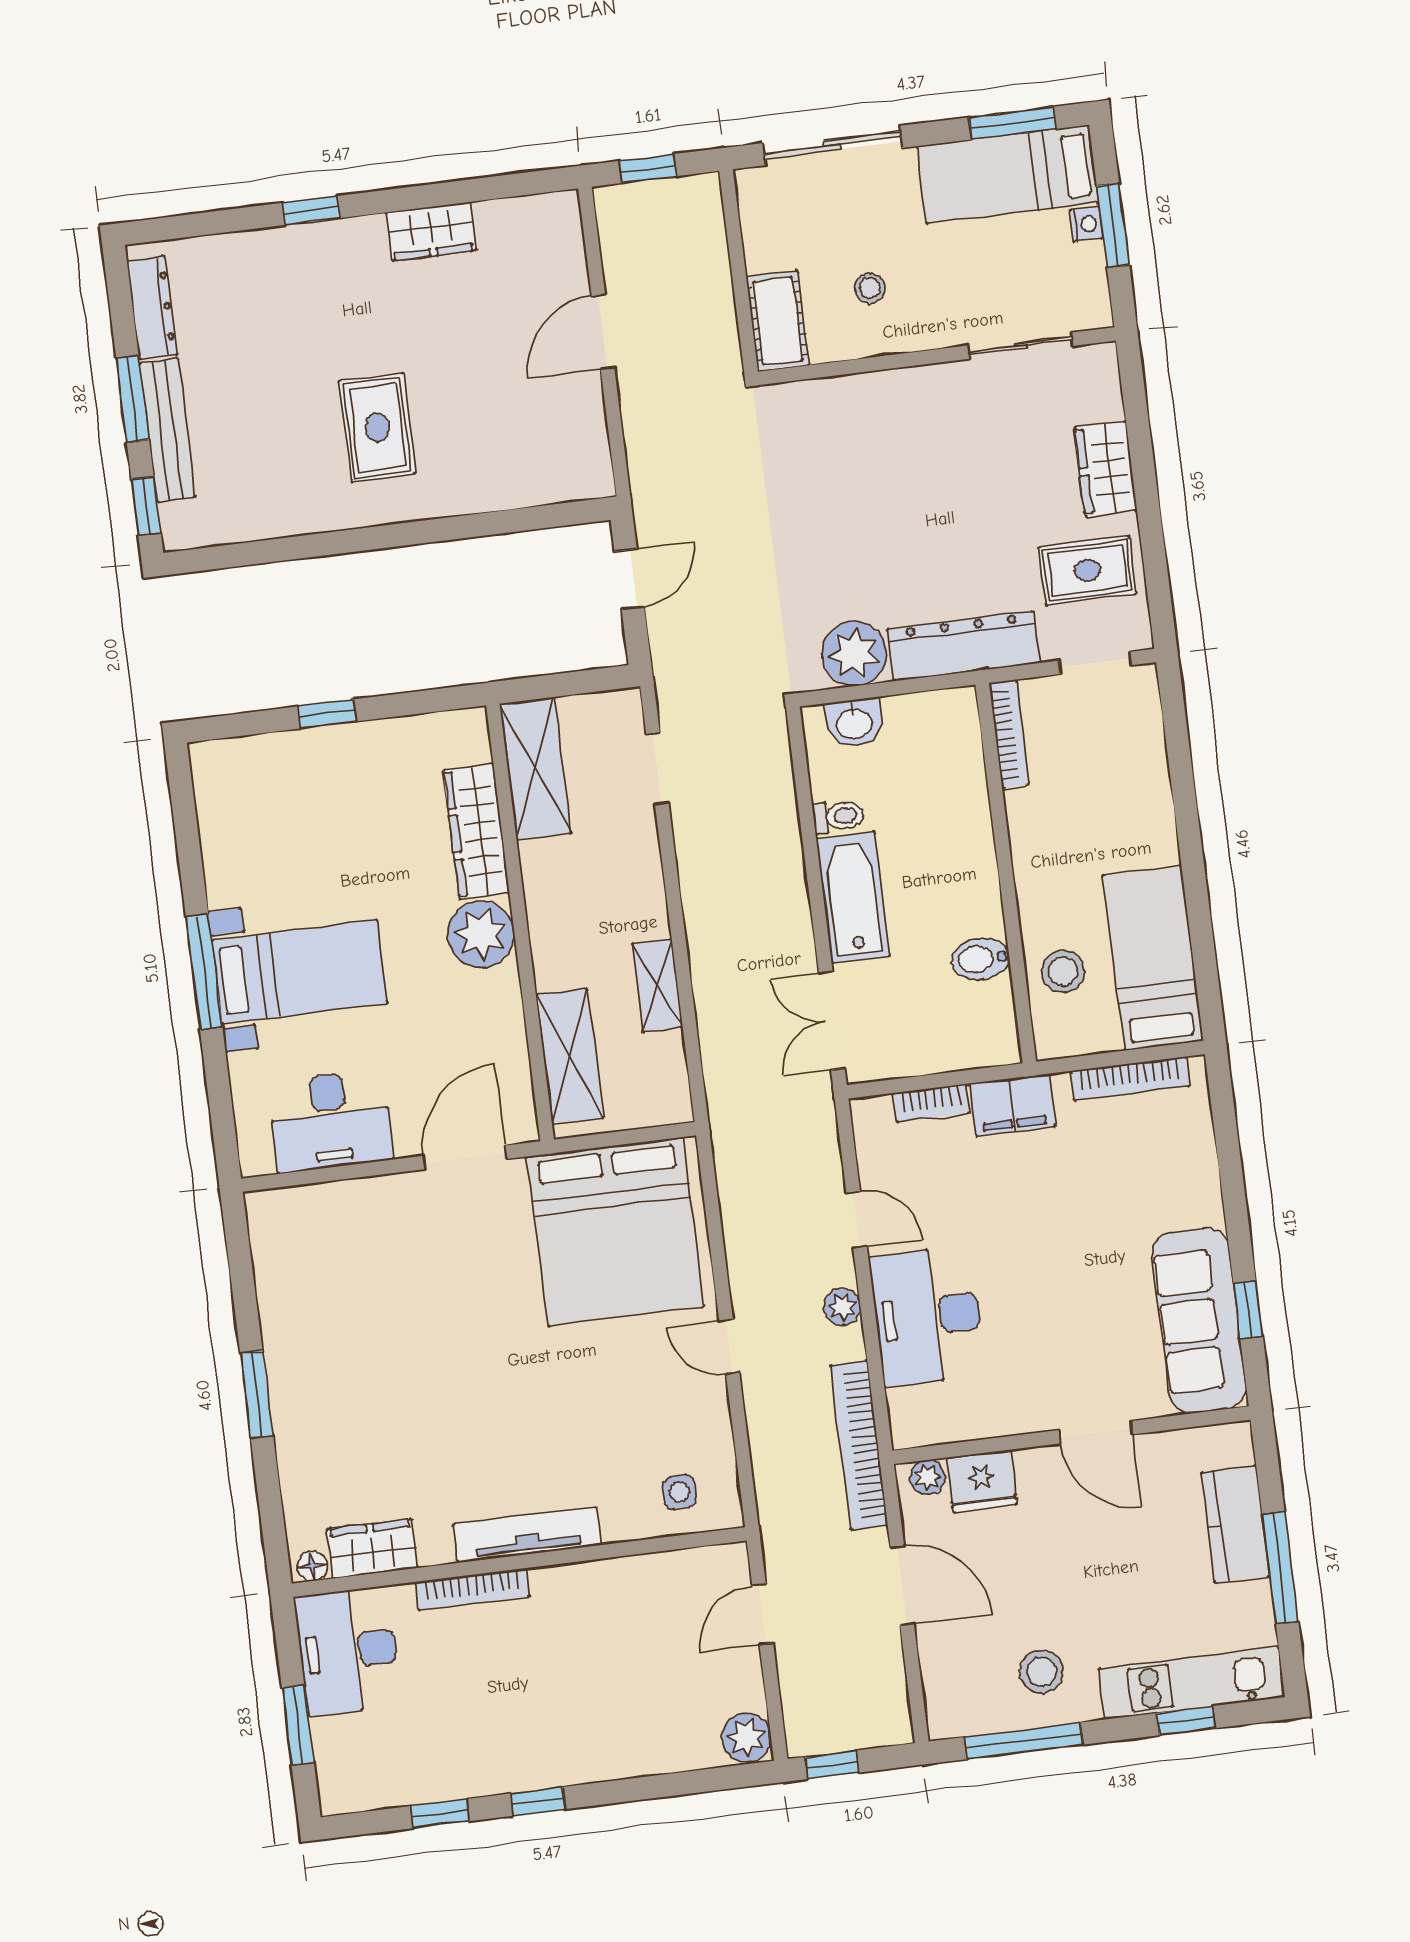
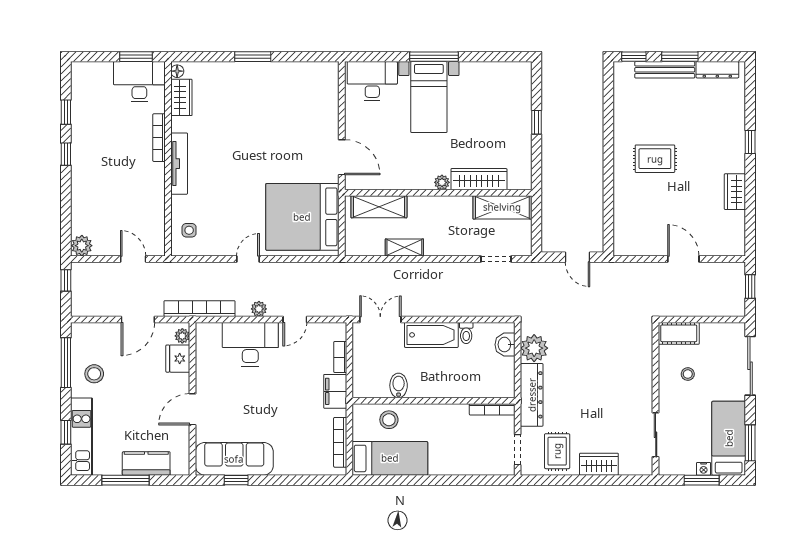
plant: (481, 934) -> (442, 182), width x0.53, depth x0.53
desk: (330, 1121) -> (372, 81), moved, turned 90
window: (298, 1725) -> (136, 57), moved

